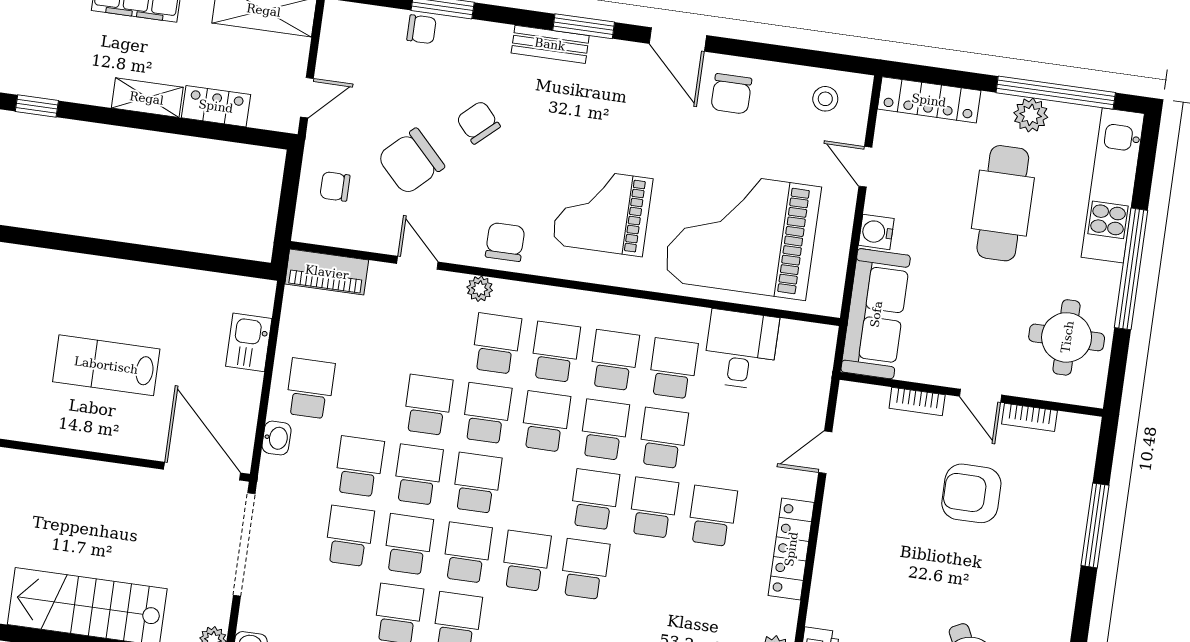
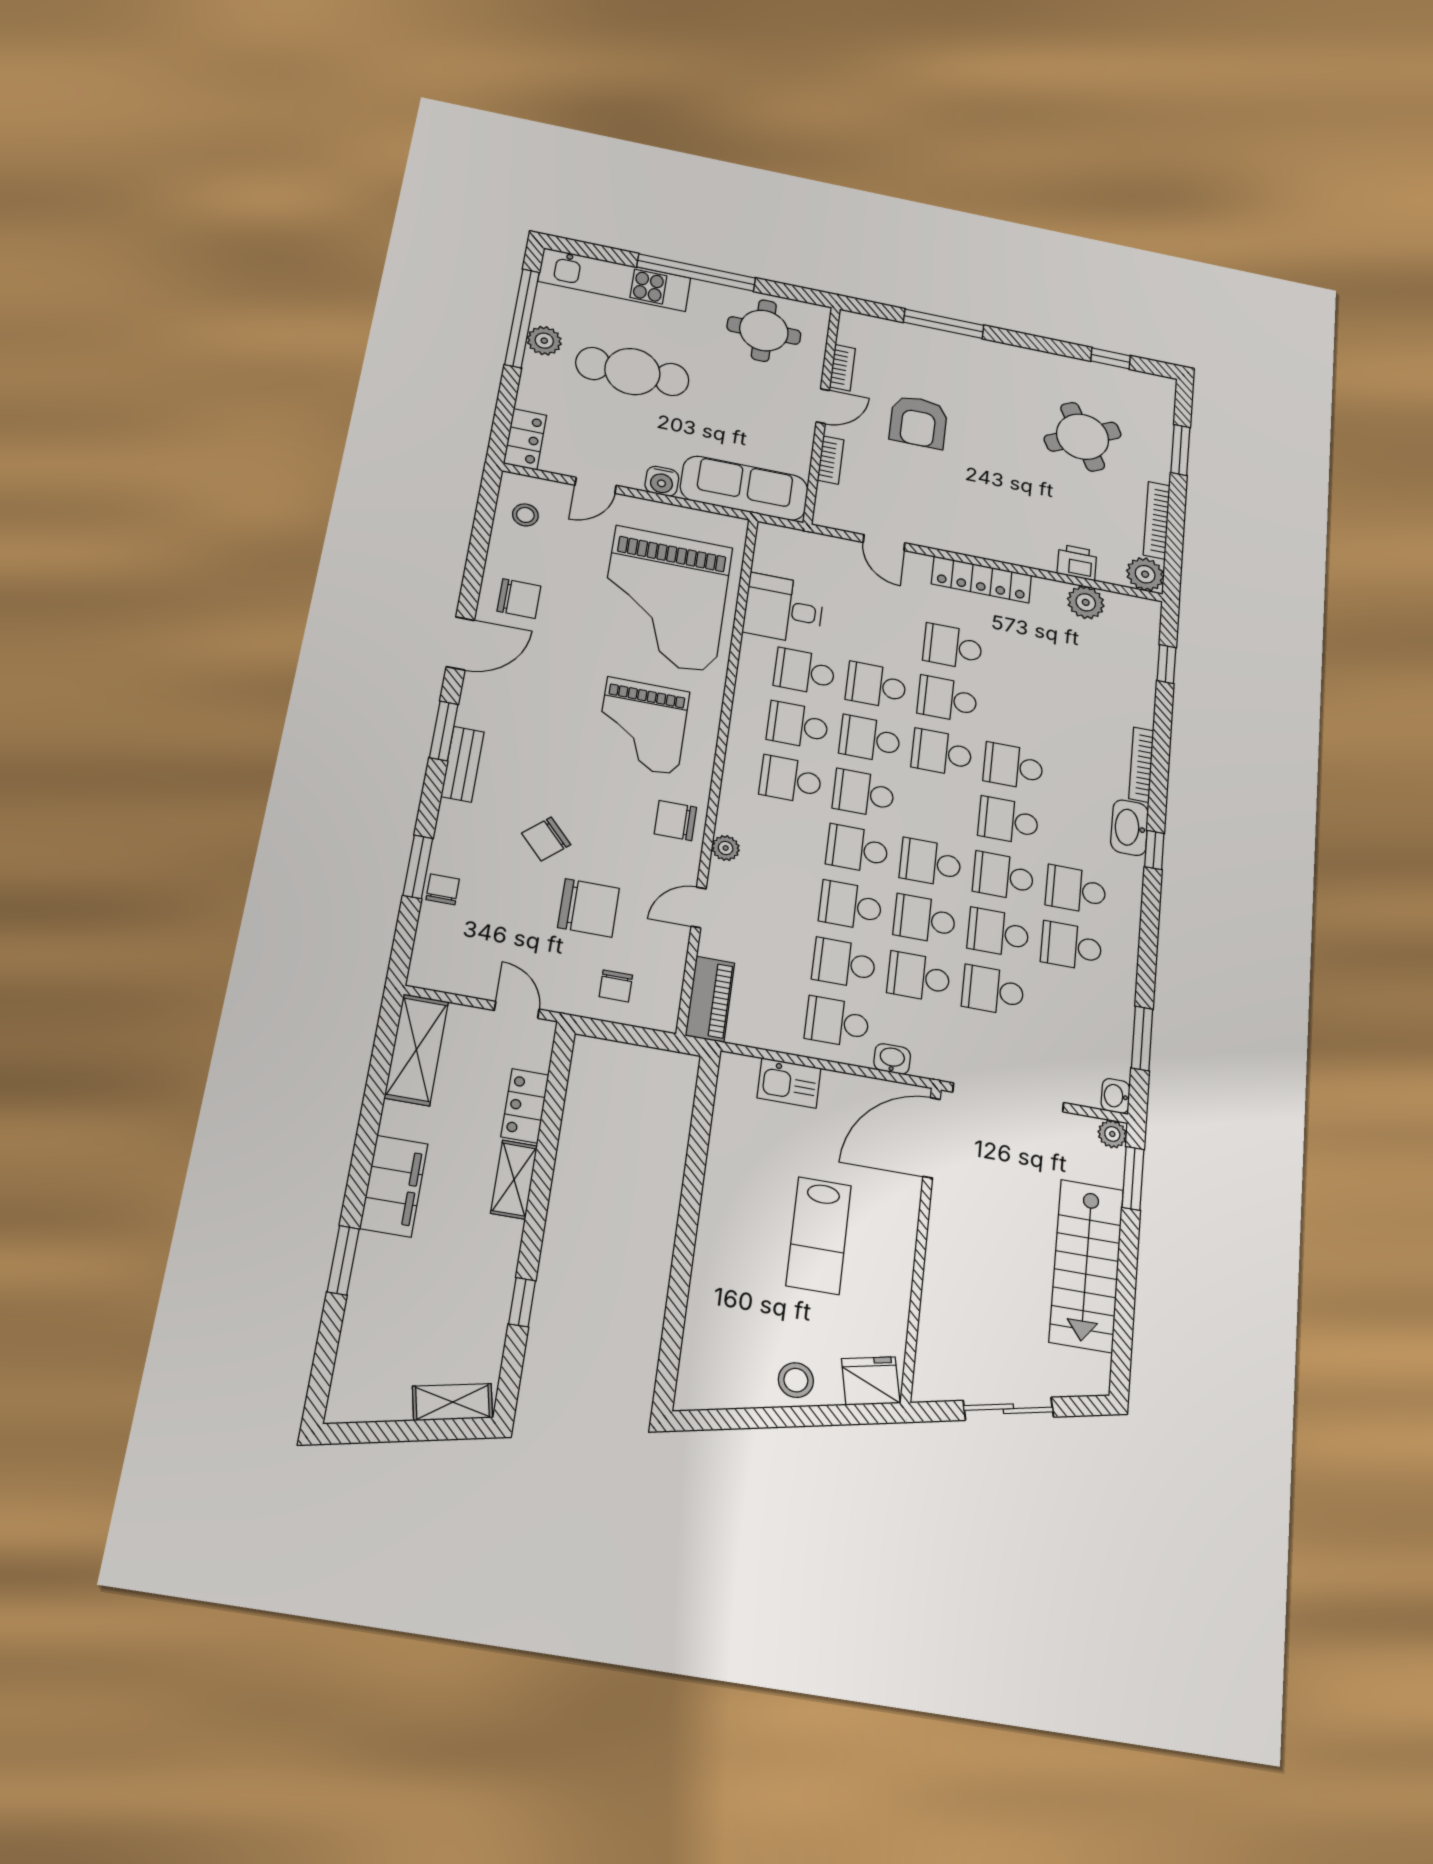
locker: (929, 100) -> (525, 439), width x0.66
chair: (411, 161) -> (588, 908), turned -46
school desk: (496, 344) -> (844, 963), moved

